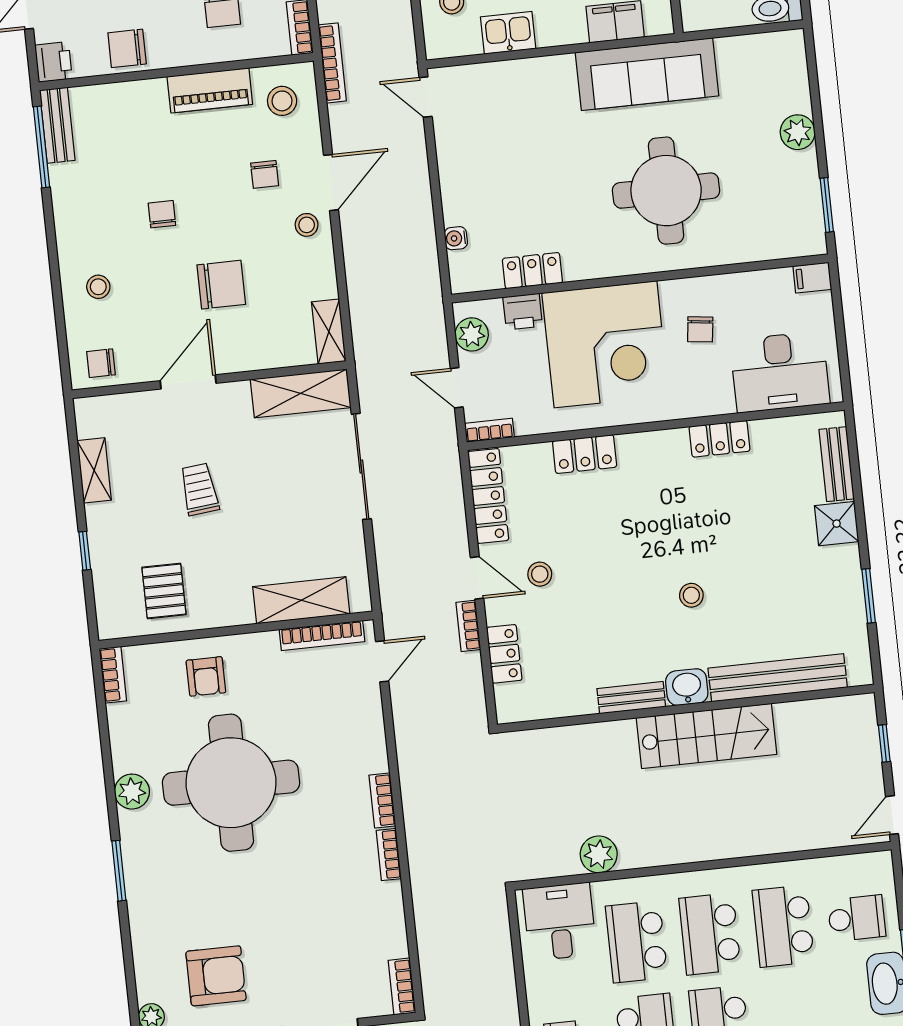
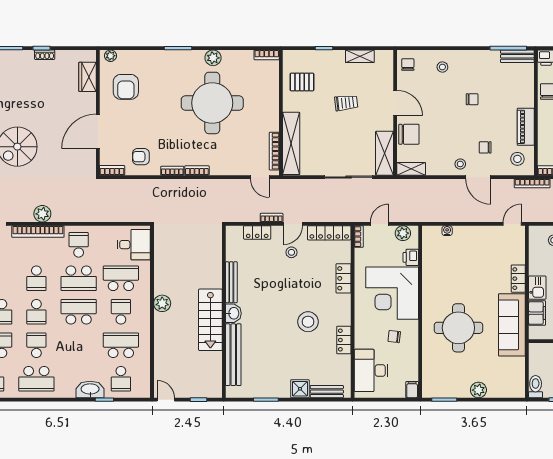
kitchen sink: (508, 33) -> (537, 288), moved
locker: (532, 271) -> (518, 279), moved, turned 180
chair: (221, 285) -> (409, 134), moved, turned -90
stool: (691, 595) -> (308, 322), moved, width x1.89, depth x1.89
shelving: (301, 600) -> (291, 143), width x1.47
armchair: (206, 676) -> (141, 157), moved
bench: (631, 698) -> (231, 282), width x1.36
plant: (599, 854) -> (162, 303), moved
school desk: (710, 934) -> (121, 312), width x0.54

